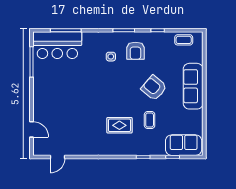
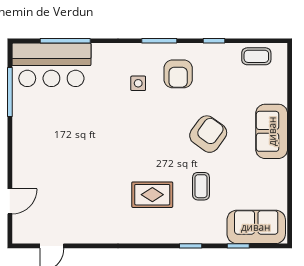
sofa: (193, 86) -> (272, 131), width x0.73
armchair: (154, 88) -> (208, 134), turned 86
door: (32, 129) -> (10, 201), hinge flipped

